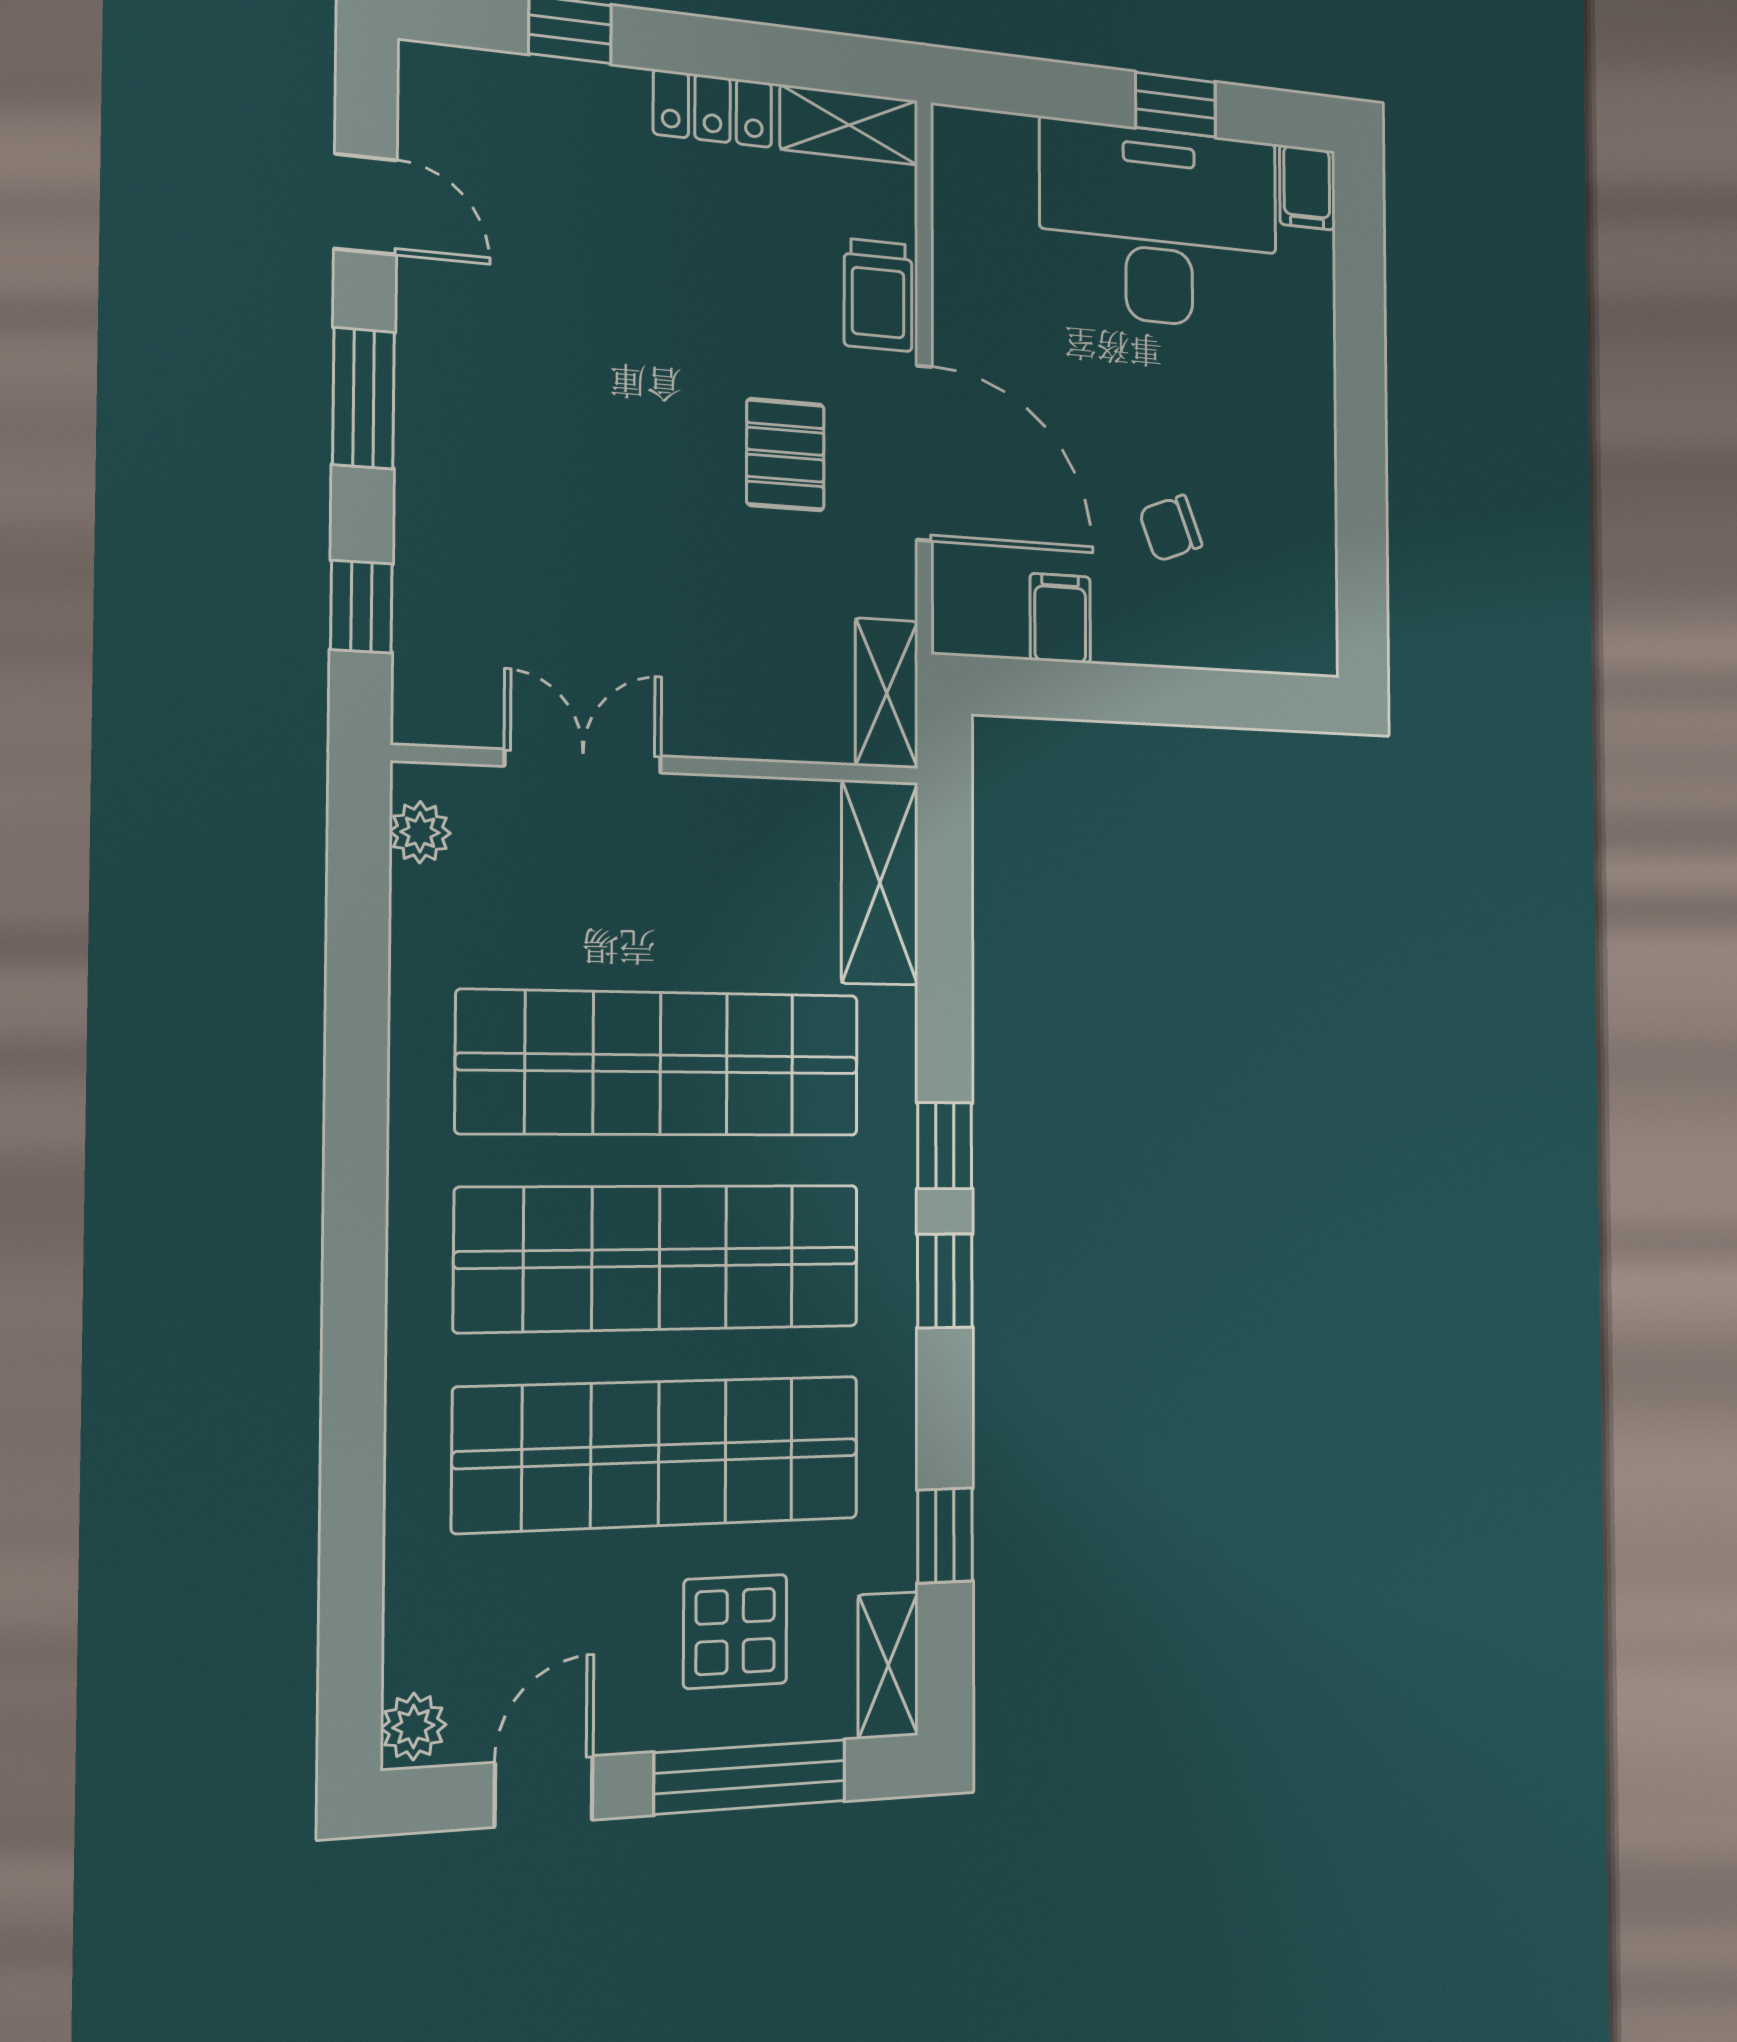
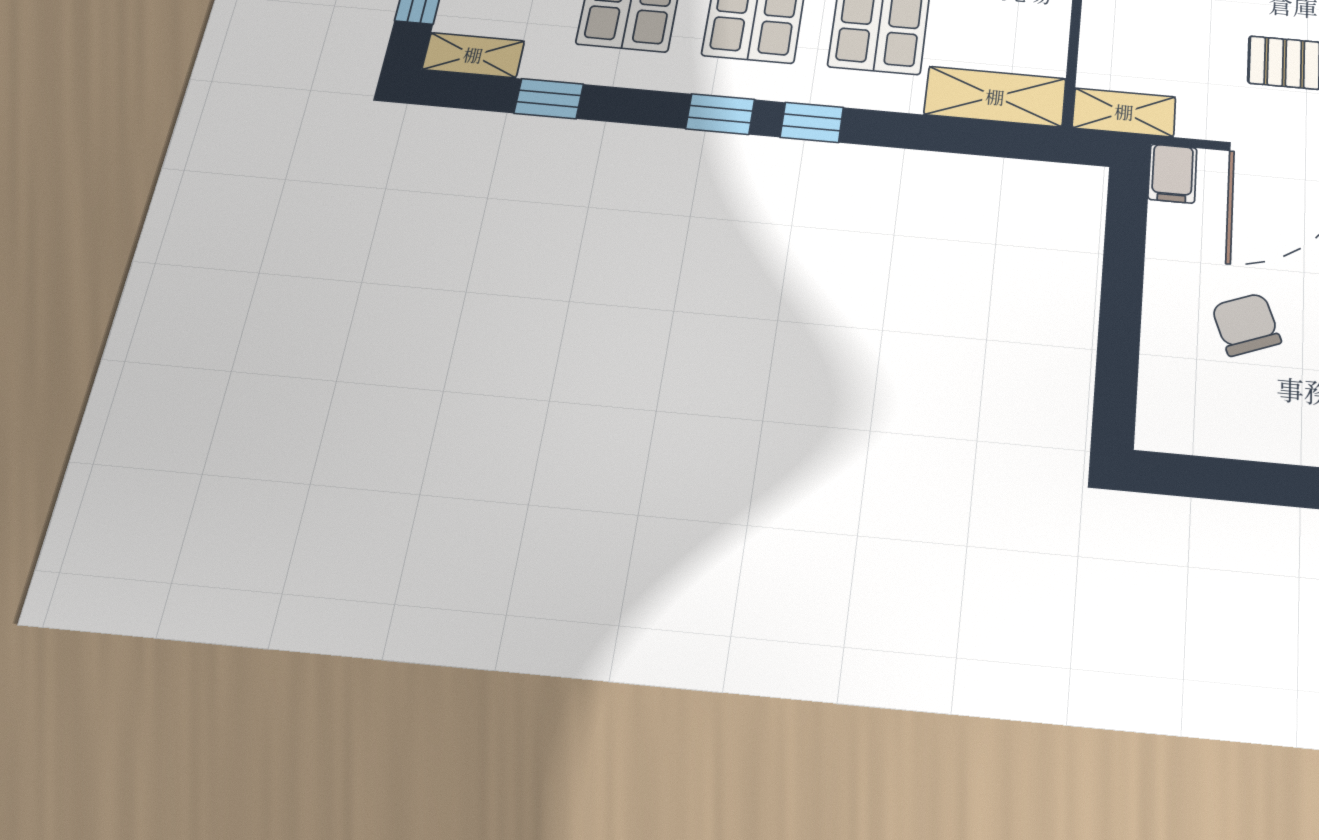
chair: (1170, 528) -> (1246, 324), width x1.37, depth x1.37
filing cabinet: (1060, 618) -> (1172, 174), moved, turned 90

